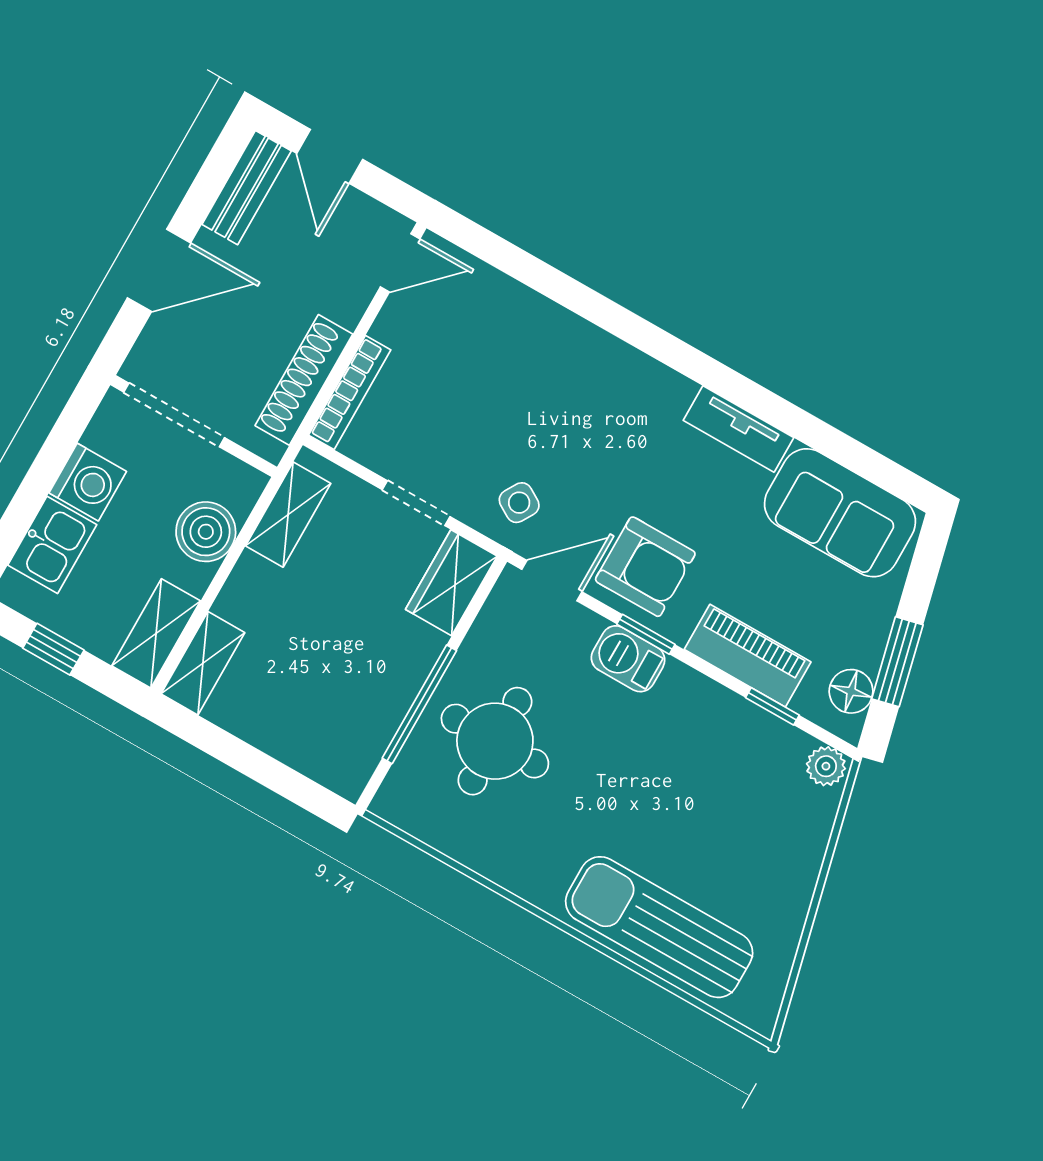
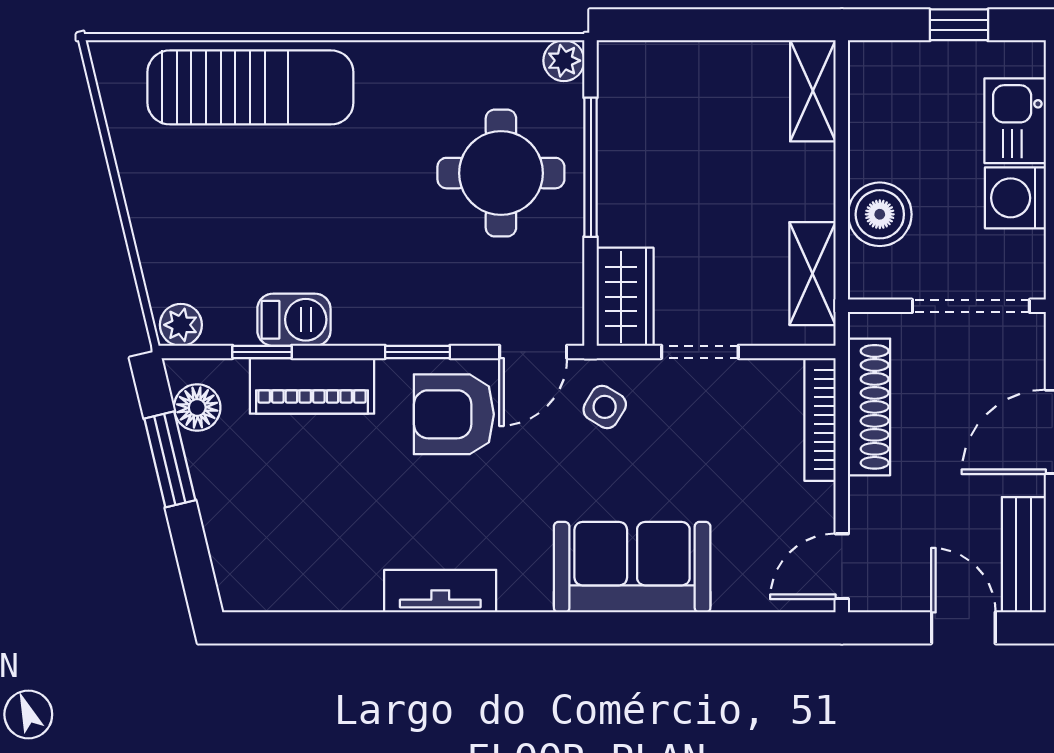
sofa: (840, 513) -> (632, 567), moved
shelving: (156, 633) -> (872, 94), removed
barbecue: (628, 659) -> (294, 320), moved
plant: (392, 803) -> (564, 61), added

